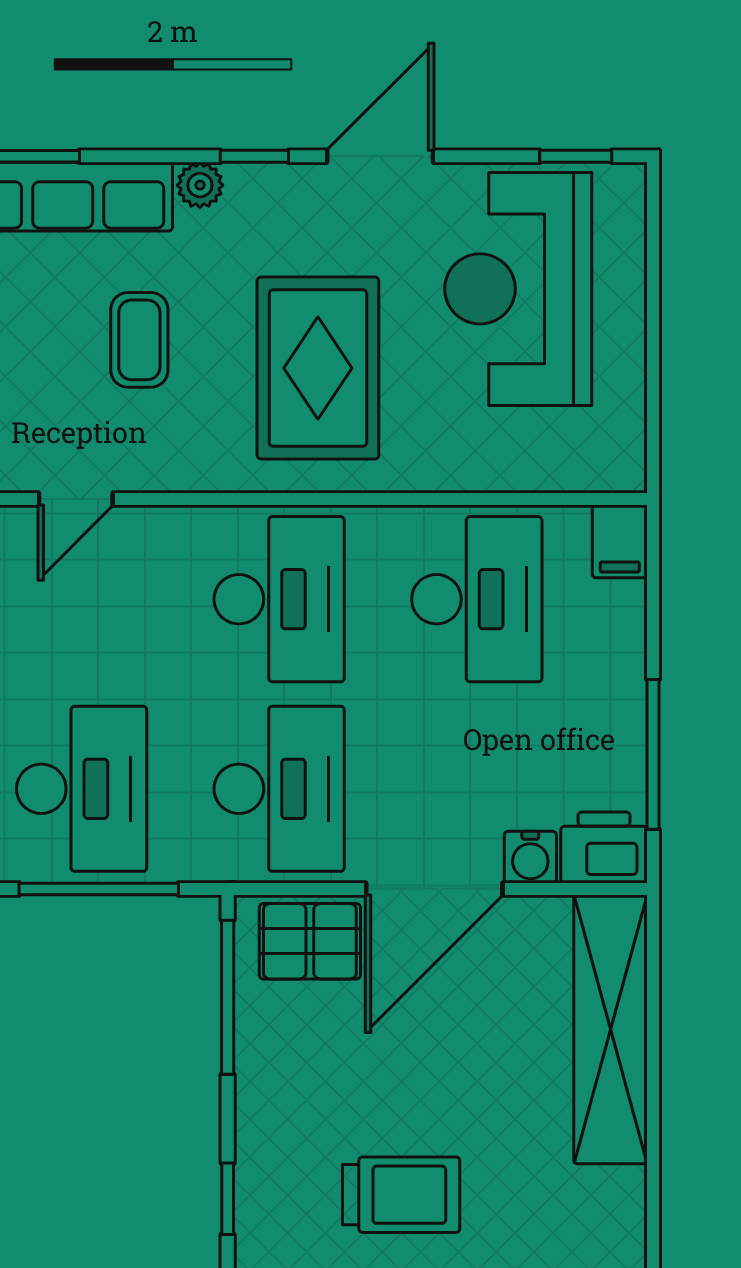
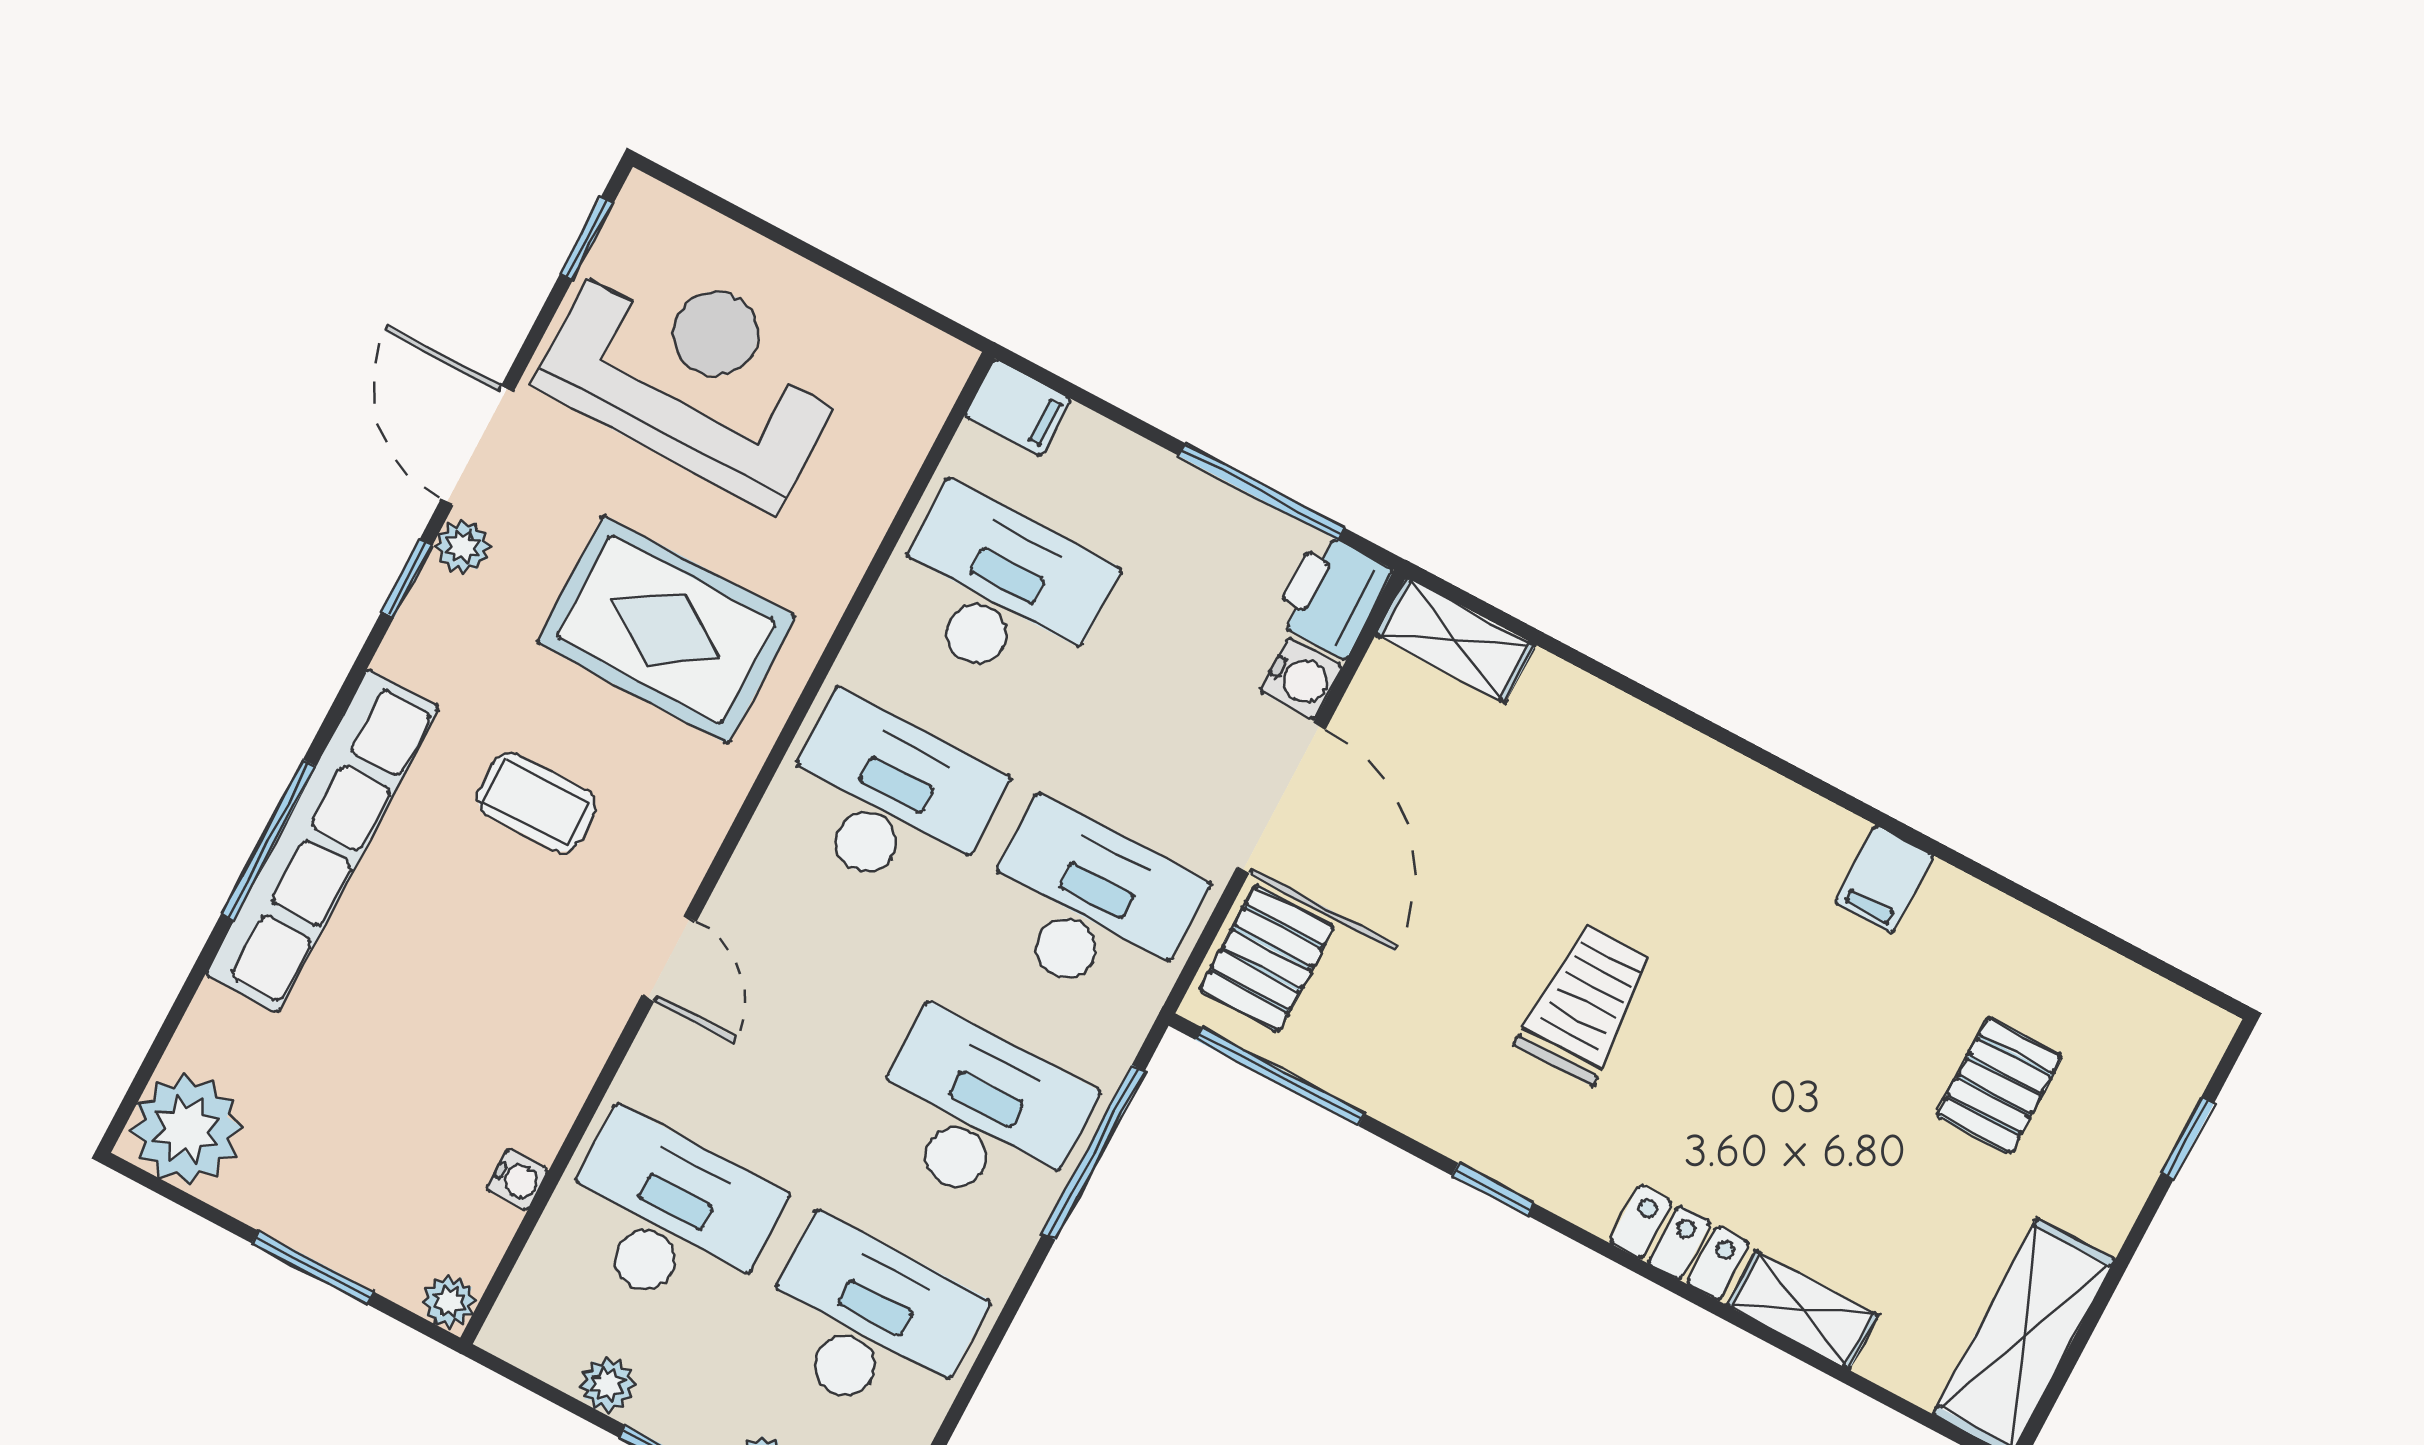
plant: (200, 185) -> (463, 547), moved
reception desk: (518, 289) -> (694, 374), turned 180
shelving: (610, 1029) -> (1456, 640), width x0.45, depth x0.75

